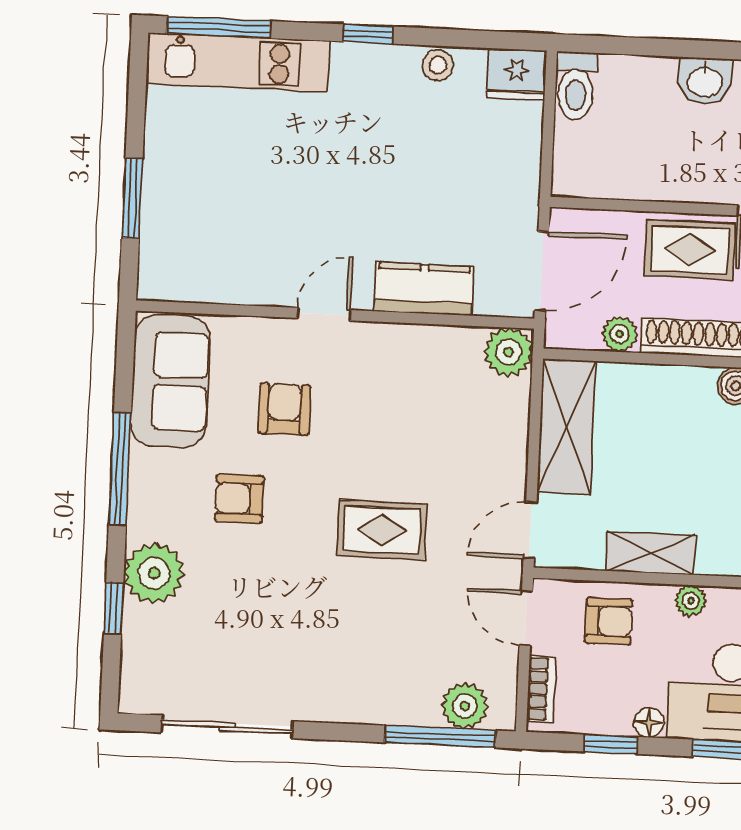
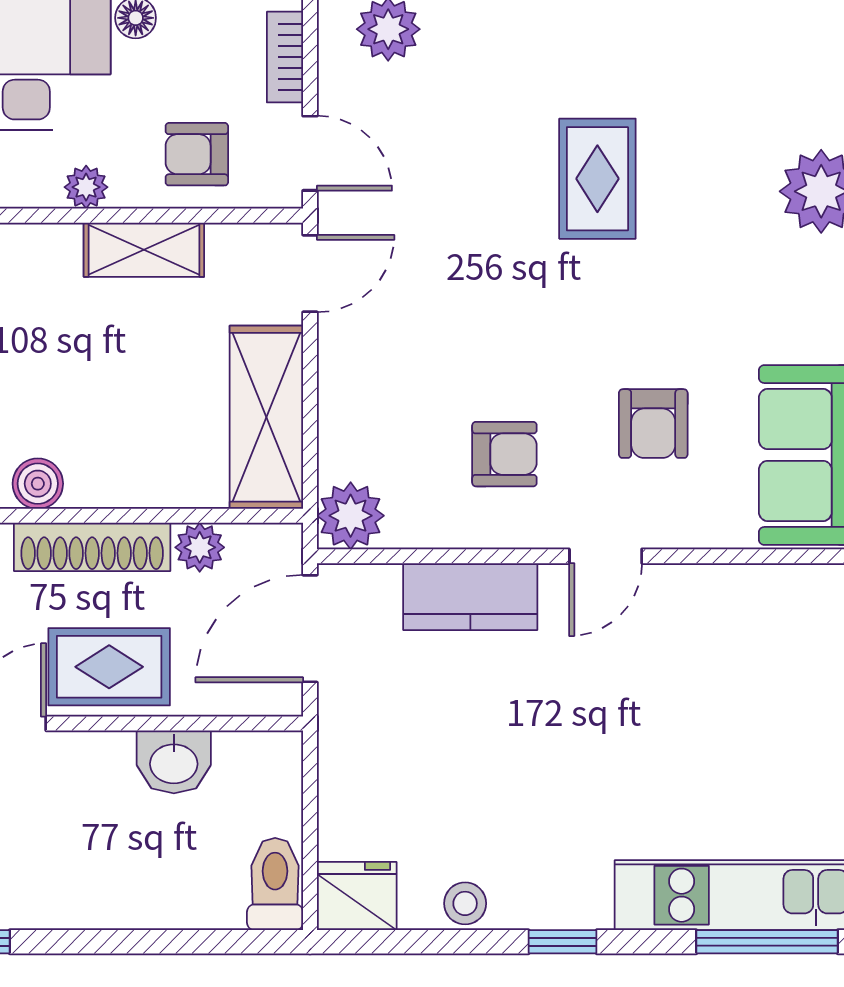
washbasin: (705, 81) -> (174, 762), moved, turned 180
armchair: (239, 499) -> (504, 454), moved
rug: (382, 530) -> (597, 179), moved, turned 90

